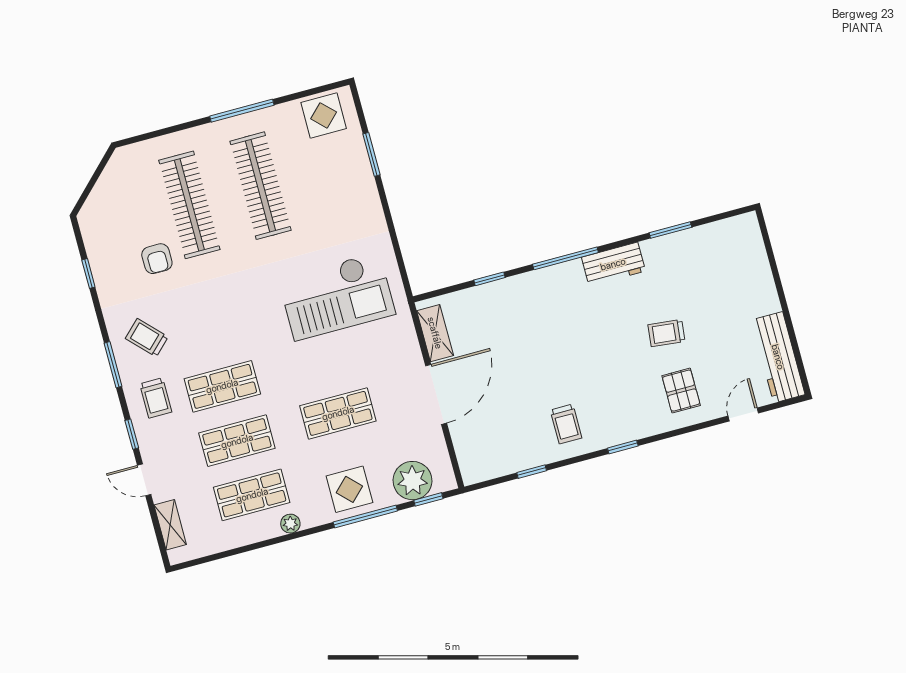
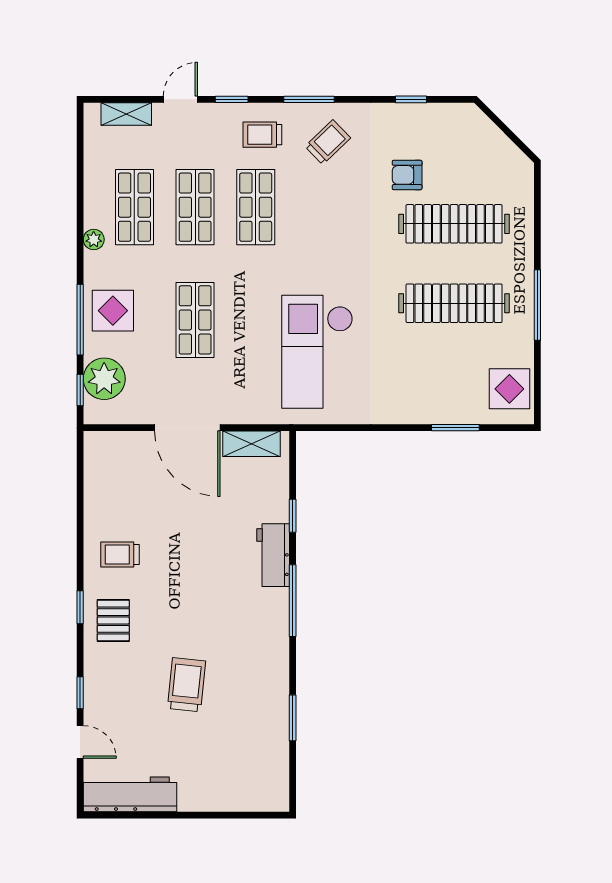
workbench: (613, 264) -> (273, 555), moved
trolley: (666, 333) -> (186, 685), width x1.36, depth x1.39
pallet: (681, 391) -> (113, 620), moved, turned 90
window: (532, 472) -> (80, 693), moved

